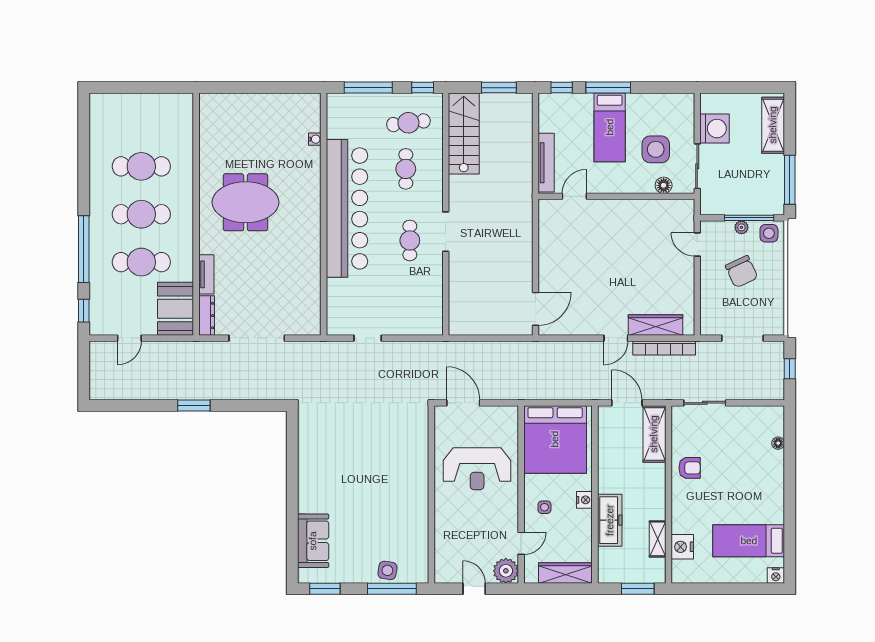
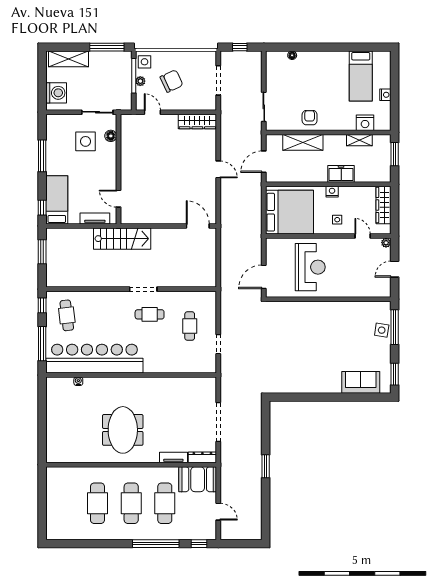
window: (608, 88) -> (42, 156), moved
bed: (610, 127) -> (57, 200), moved, turned -90
washing machine: (715, 129) -> (56, 93), moved, turned 90
stairs: (464, 134) -> (122, 239), moved, turned 180
tv unit: (546, 163) -> (95, 218), width x0.71
cafe table: (406, 169) -> (190, 326), moved, turned 90
bar counter: (347, 208) -> (94, 359), moved
door: (697, 245) -> (152, 112), swing flipped
wardrobe: (656, 325) -> (197, 122), moved, turned -90
bookcase: (664, 348) -> (225, 135), removed
shelving: (654, 434) -> (303, 142), moved
freezer: (610, 520) -> (341, 174), width x0.71
plant: (506, 571) -> (386, 243), width x0.53, depth x0.53
nightstand: (776, 576) -> (385, 95), moved

